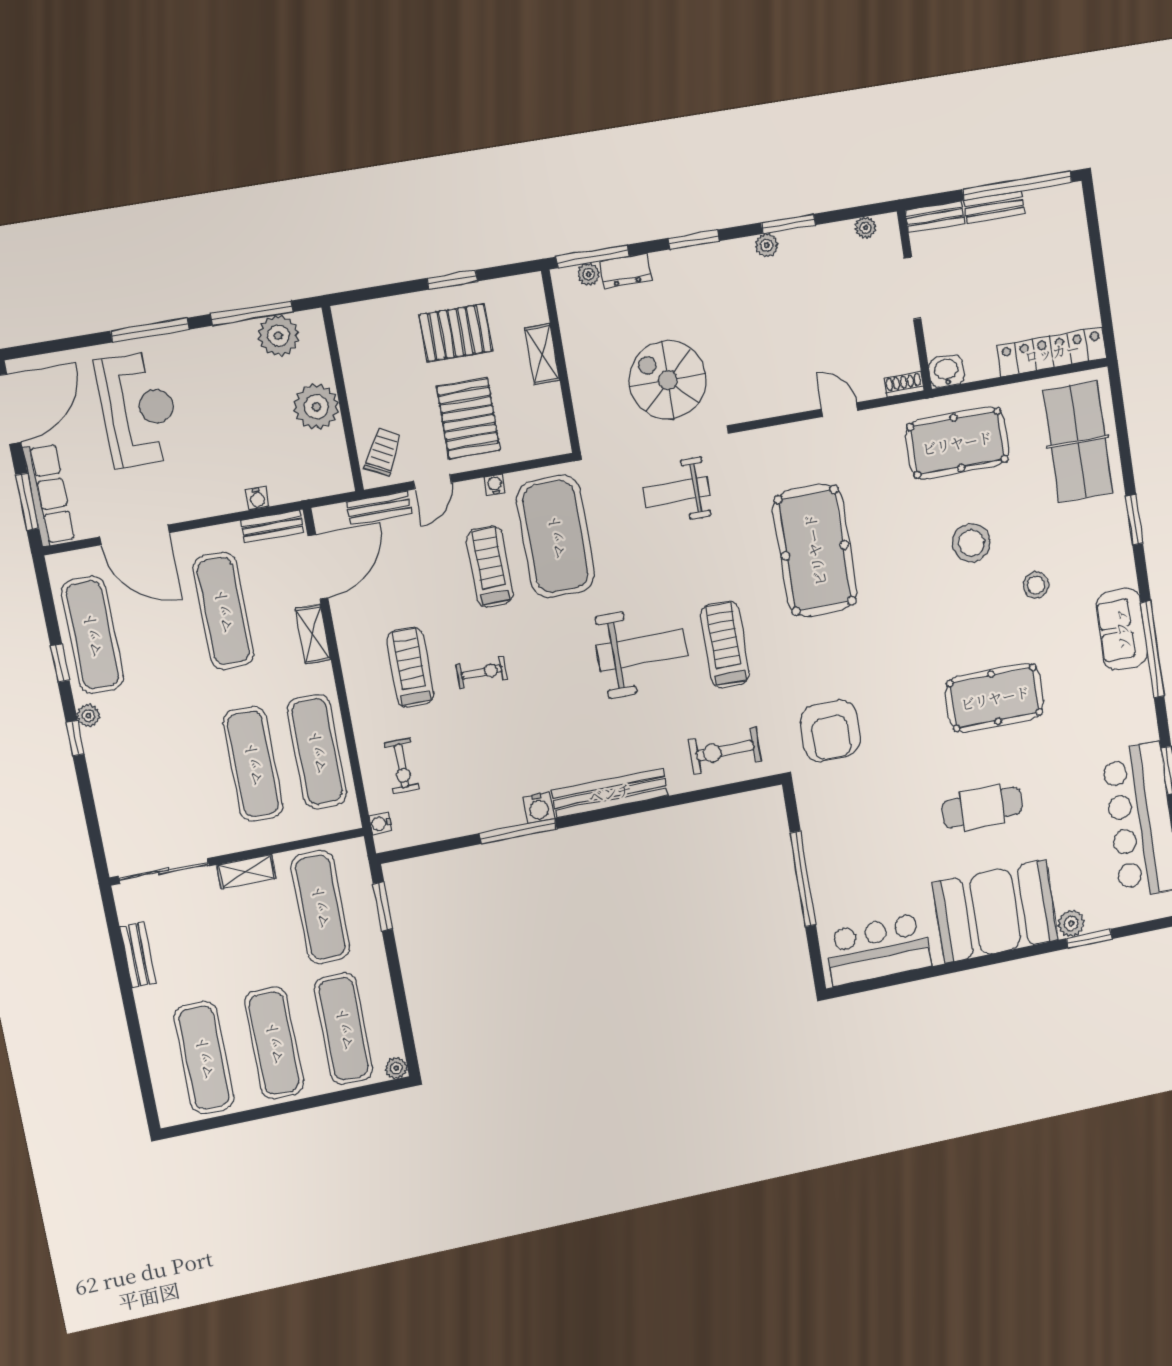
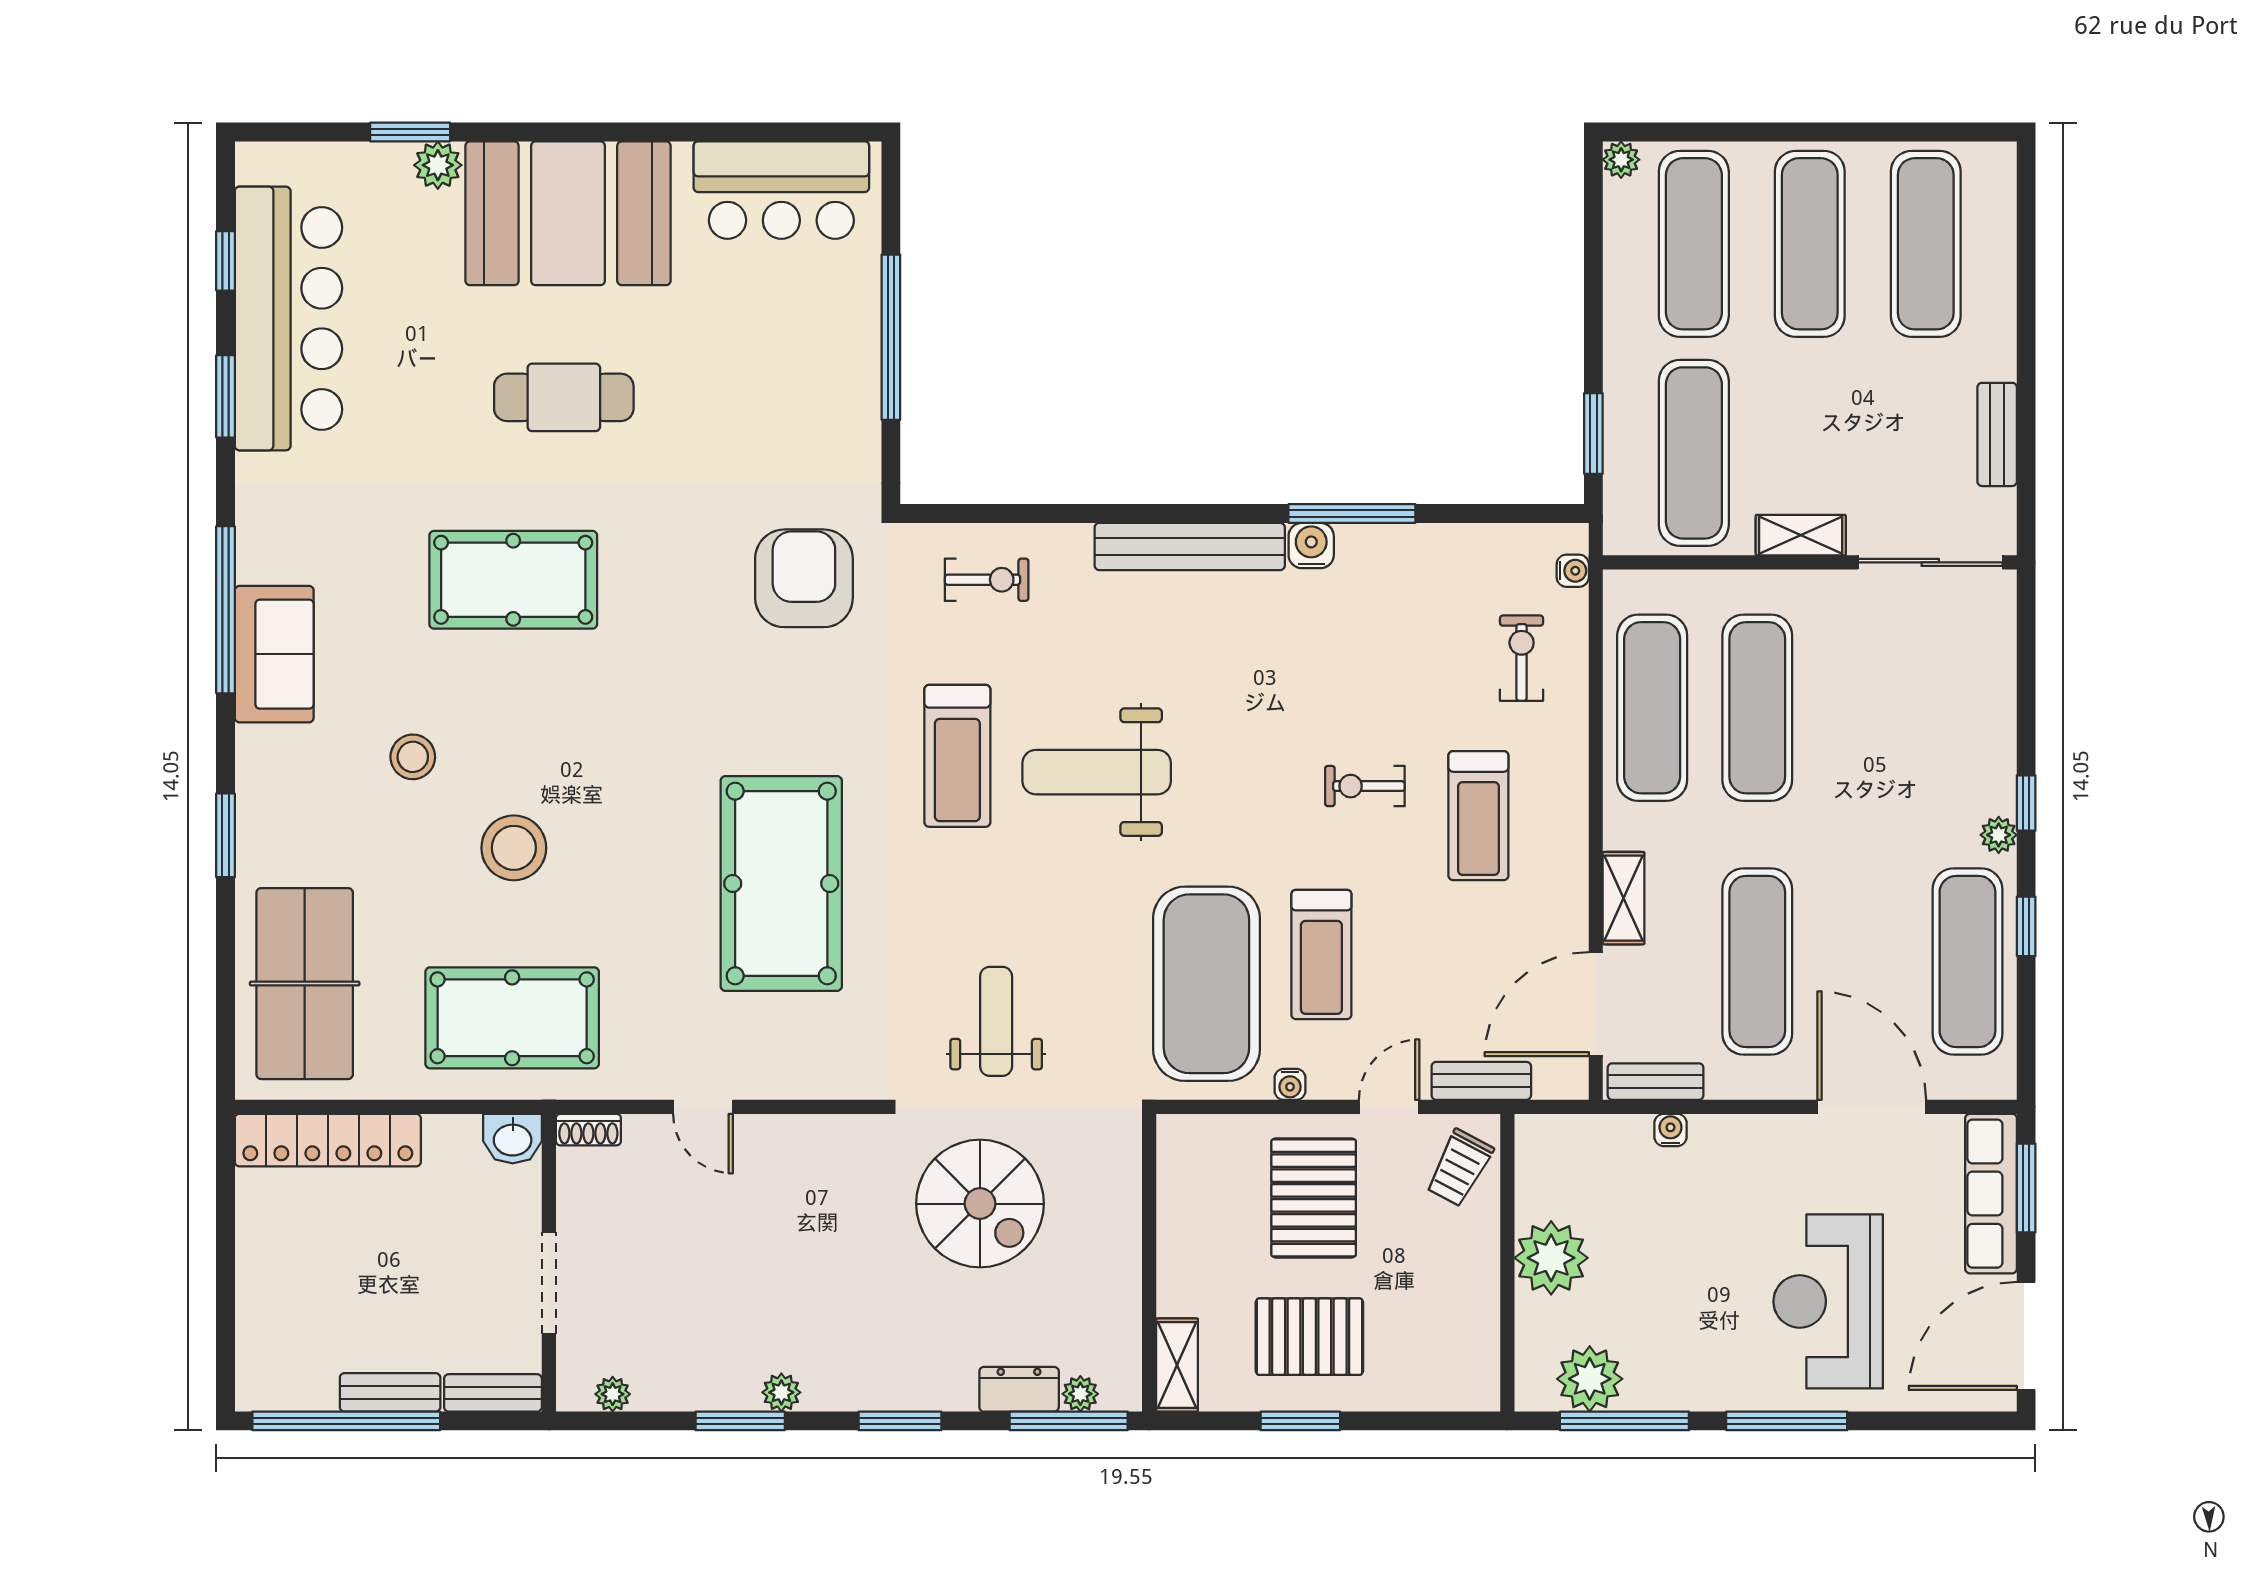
shelving: (542, 354) -> (1177, 1365), moved
weight bench: (676, 491) -> (996, 1021), turned -90
exercise bike: (725, 751) -> (987, 580), width x0.73, depth x0.72

